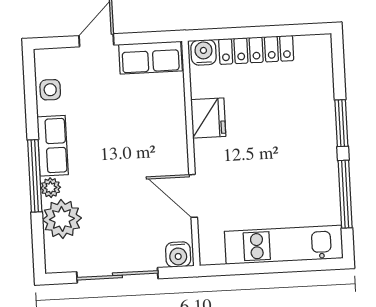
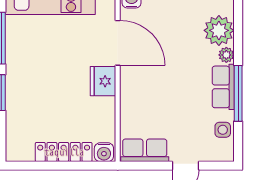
fridge: (208, 118) -> (103, 81), moved
window: (35, 176) -> (238, 93), moved
door: (193, 196) -> (118, 43), width x1.36

